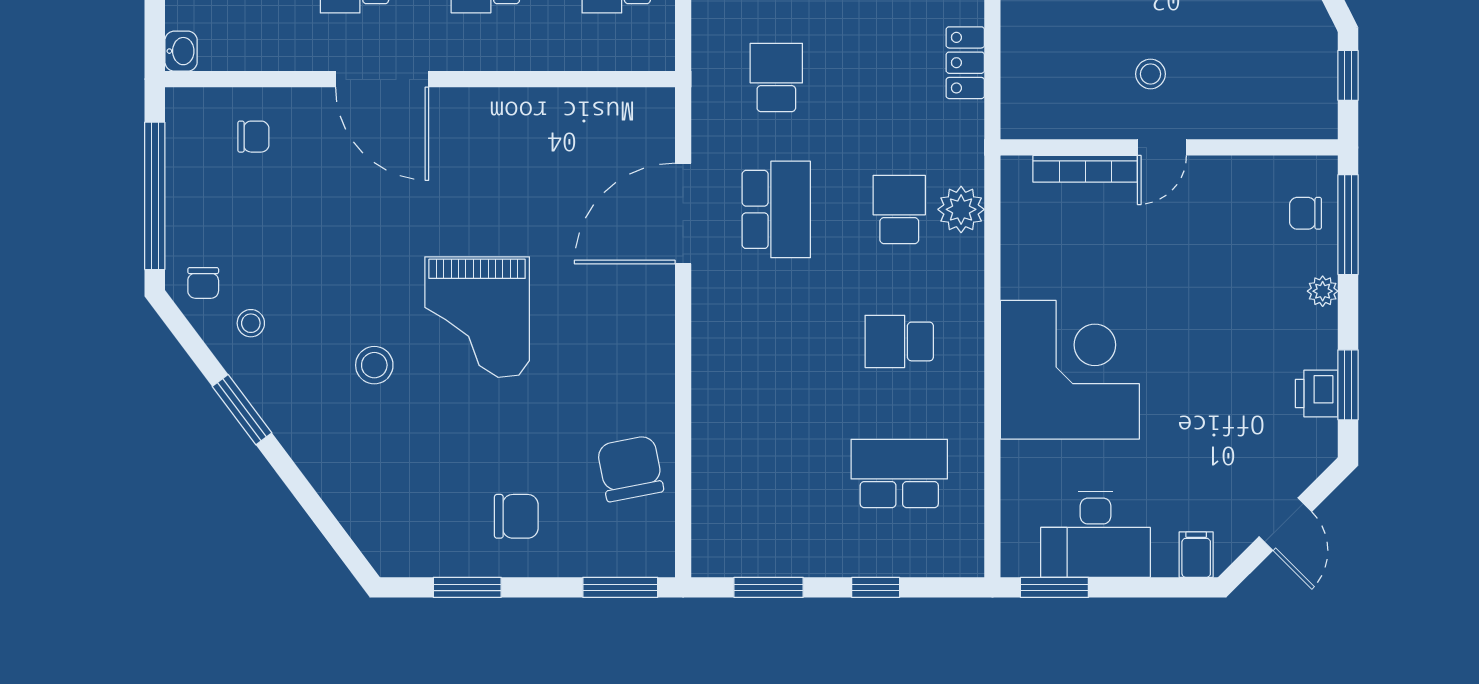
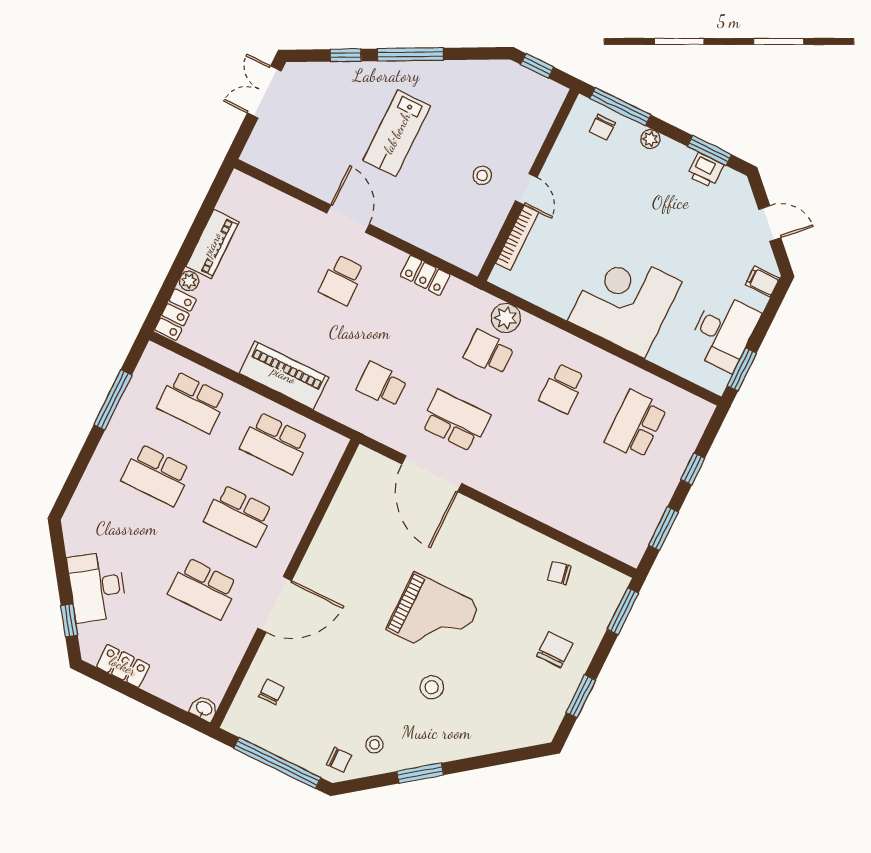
chair: (630, 469) -> (559, 573), width x0.54, depth x0.54

